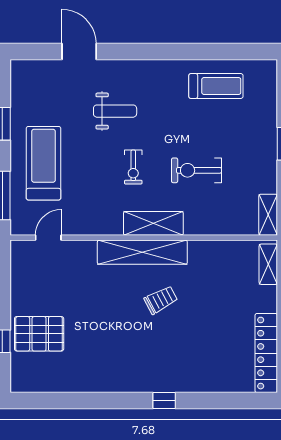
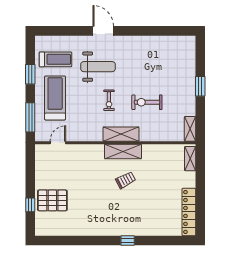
door: (79, 52) -> (103, 31), moved
treadmill: (216, 86) -> (55, 59), moved
weight bench: (115, 111) -> (98, 67), width x1.36, depth x1.33
shelving: (142, 252) -> (123, 151), width x0.68

